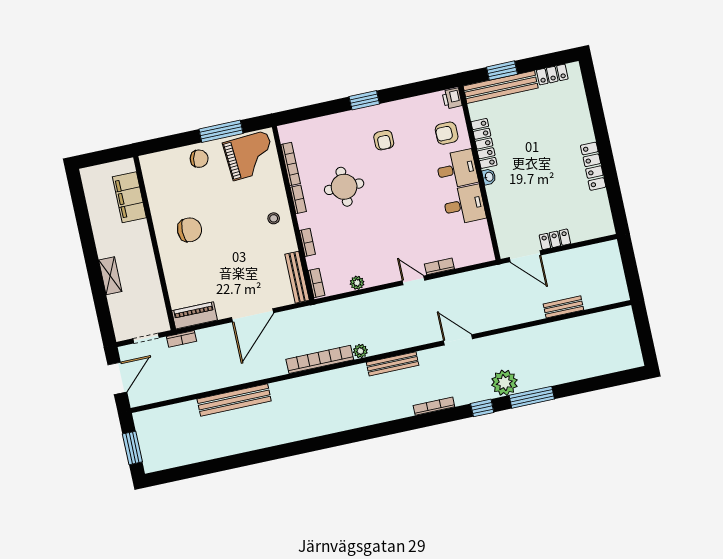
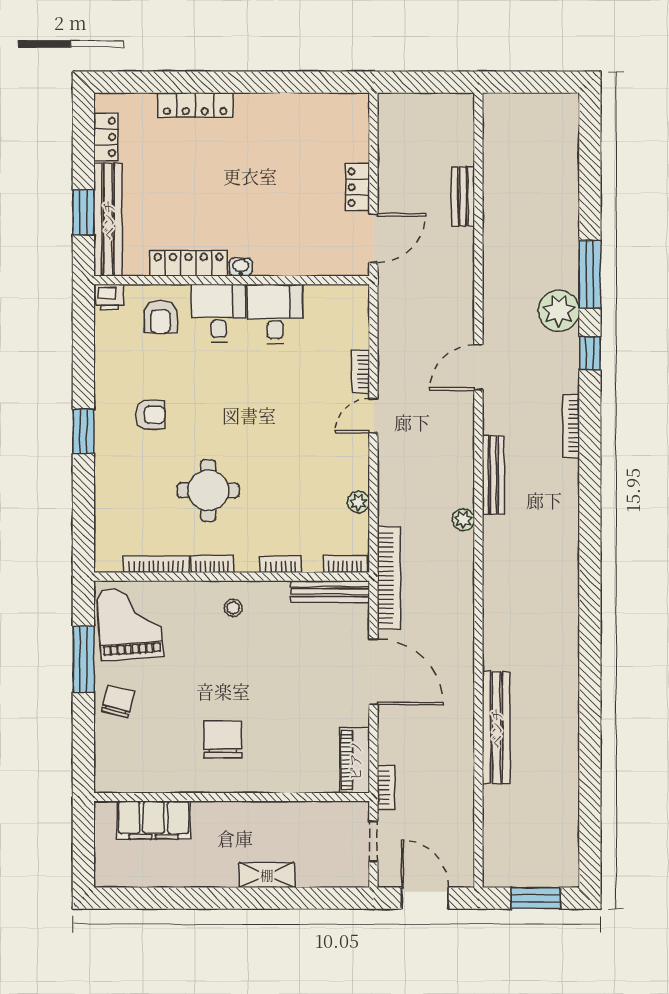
locker: (593, 166) -> (195, 105), moved
bookcase: (320, 359) -> (389, 578), moved, turned 180

